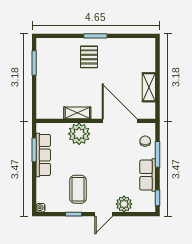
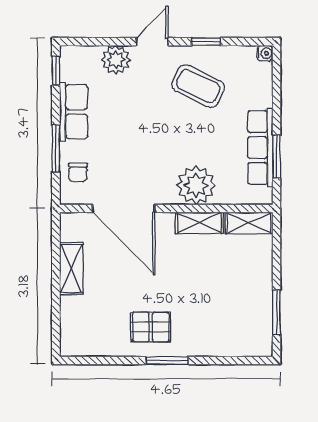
pallet: (89, 57) -> (151, 327), moved, turned 90
shelving: (50, 113) -> (249, 223), added
coffee table: (78, 189) -> (198, 86), turned -64

